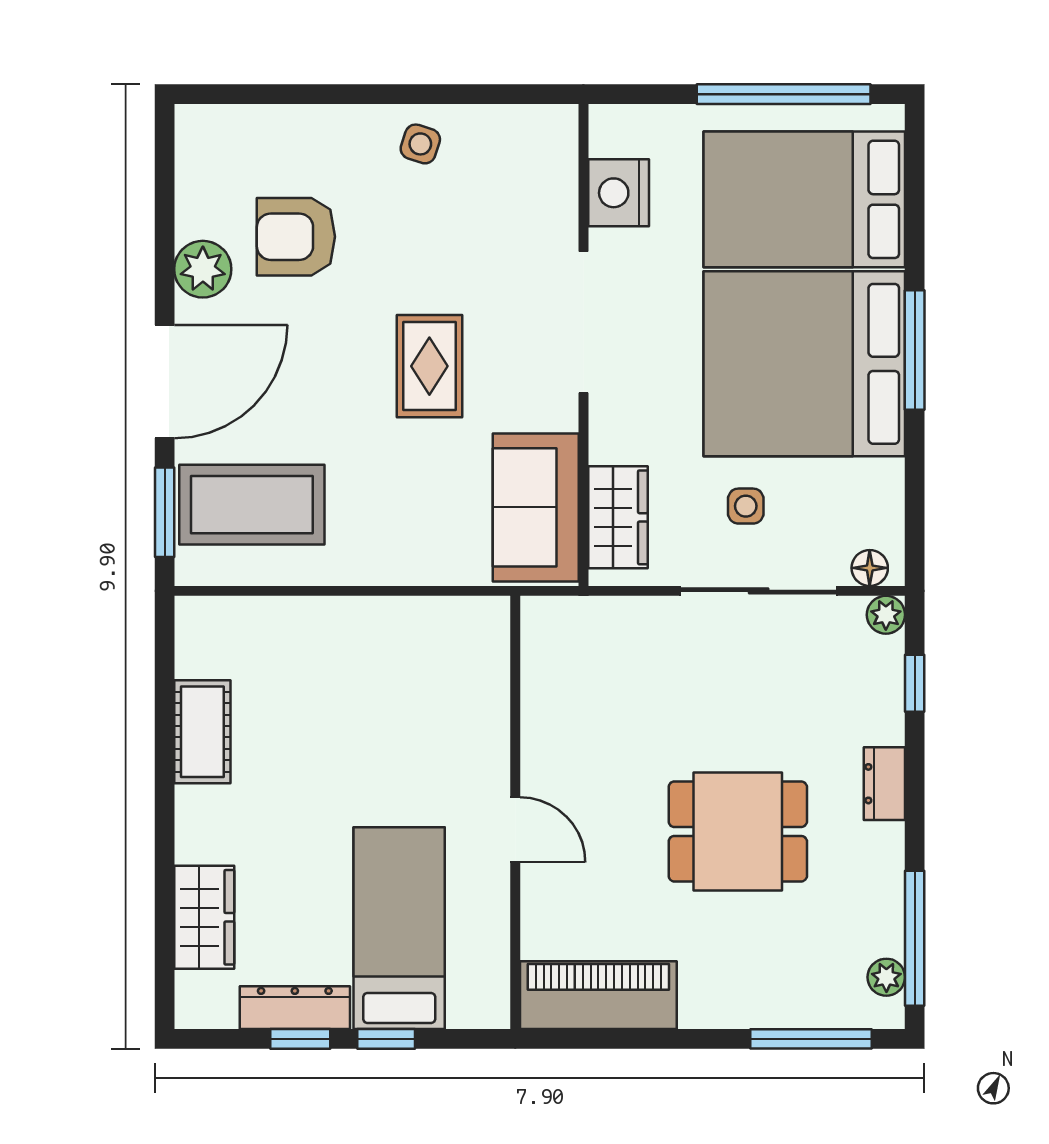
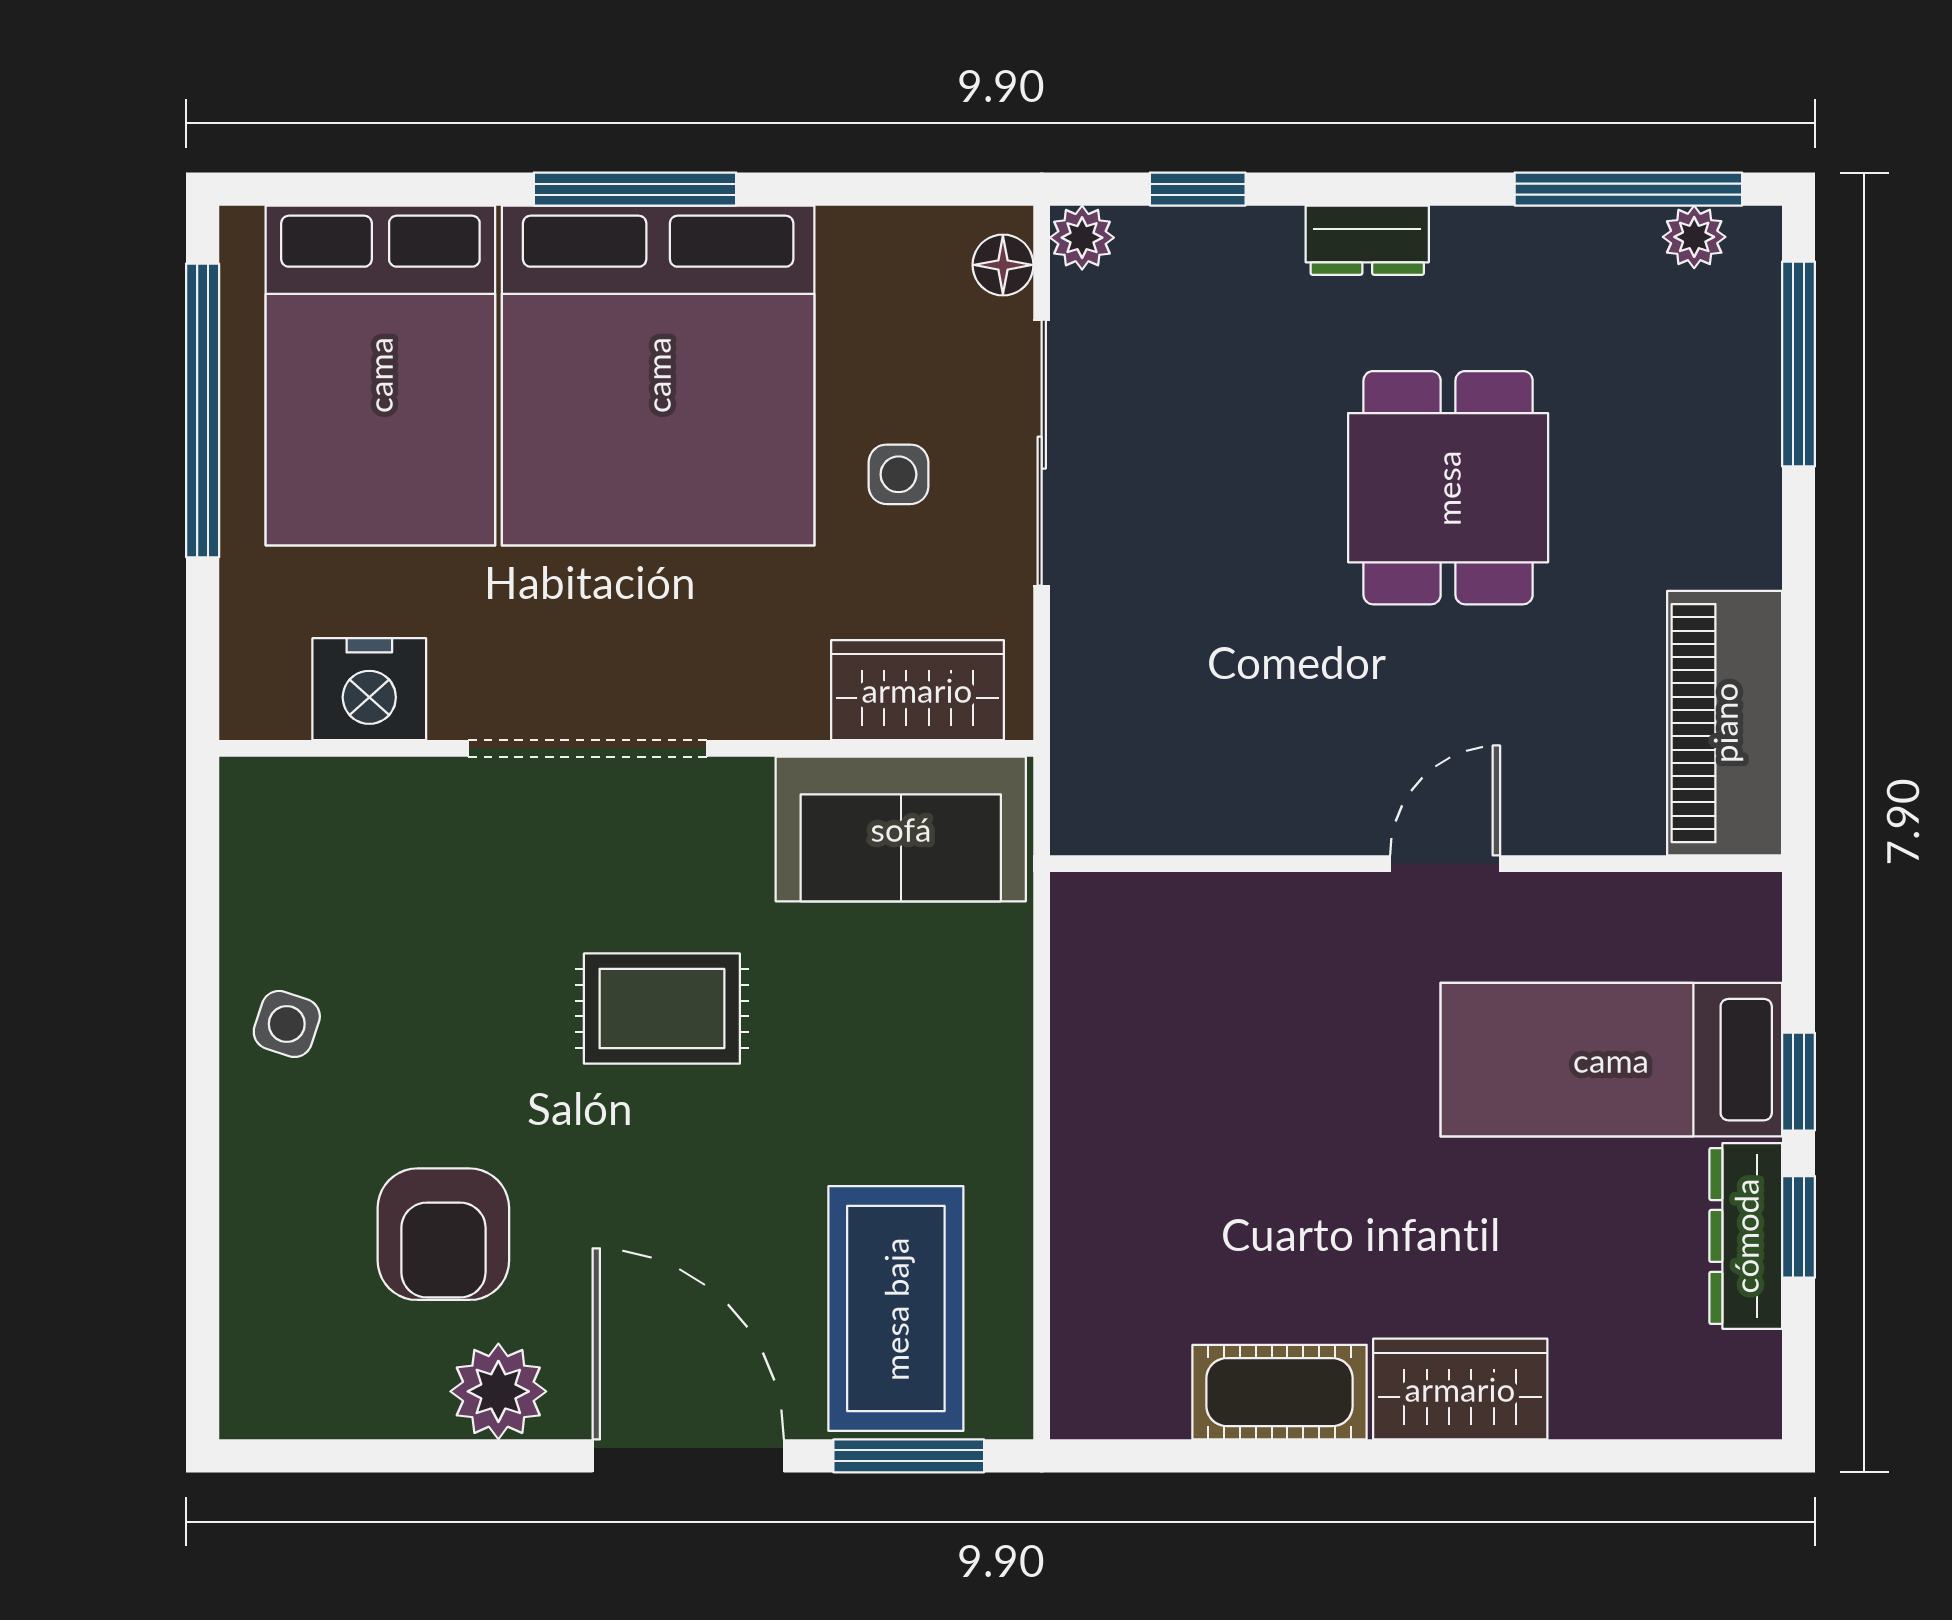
wardrobe: (204, 917) -> (1460, 1389), moved

